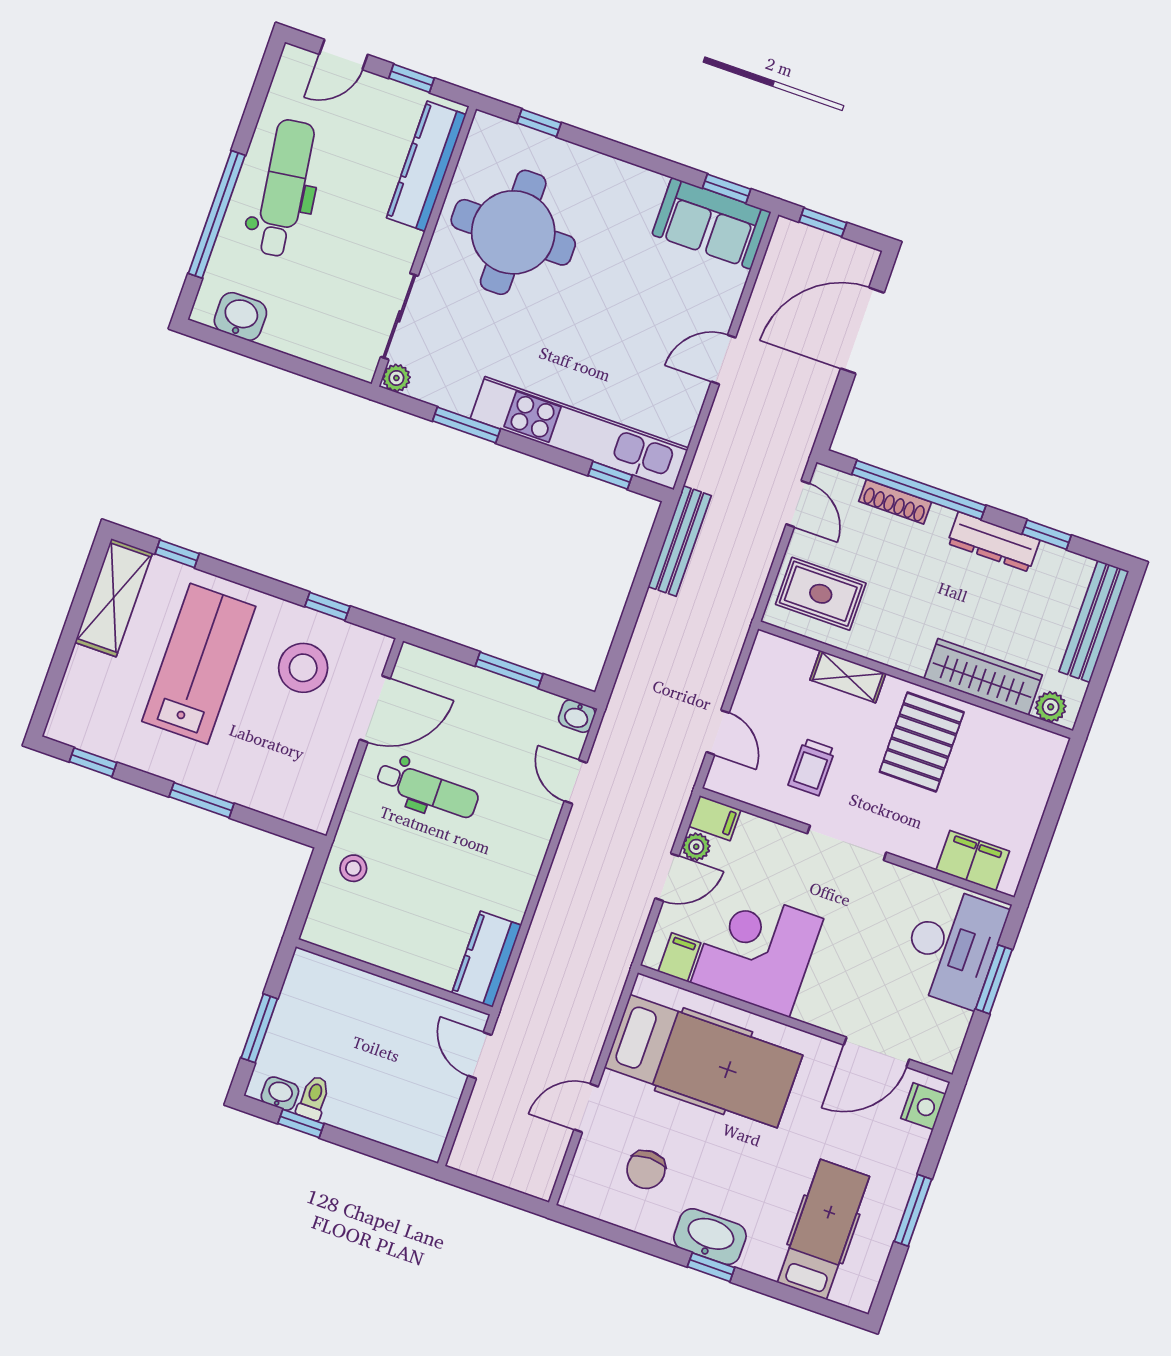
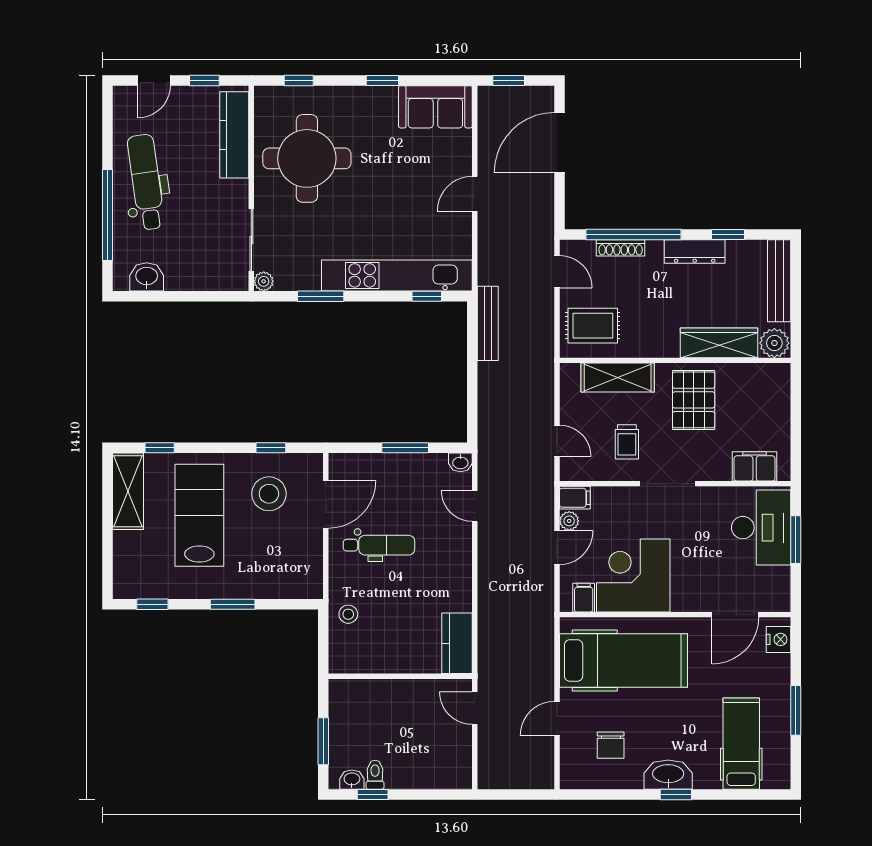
window: (727, 189) -> (382, 80), moved
shelving: (848, 677) -> (618, 378), width x1.50, depth x1.33
plant: (1051, 707) -> (774, 343), width x1.38, depth x1.38

